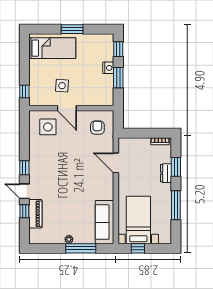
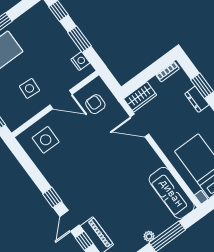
nightstand: (108, 68) -> (80, 61), moved
door: (67, 108) -> (61, 100), moved
wardrobe: (130, 144) -> (140, 97), added
door: (24, 191) -> (69, 221), hinge flipped

